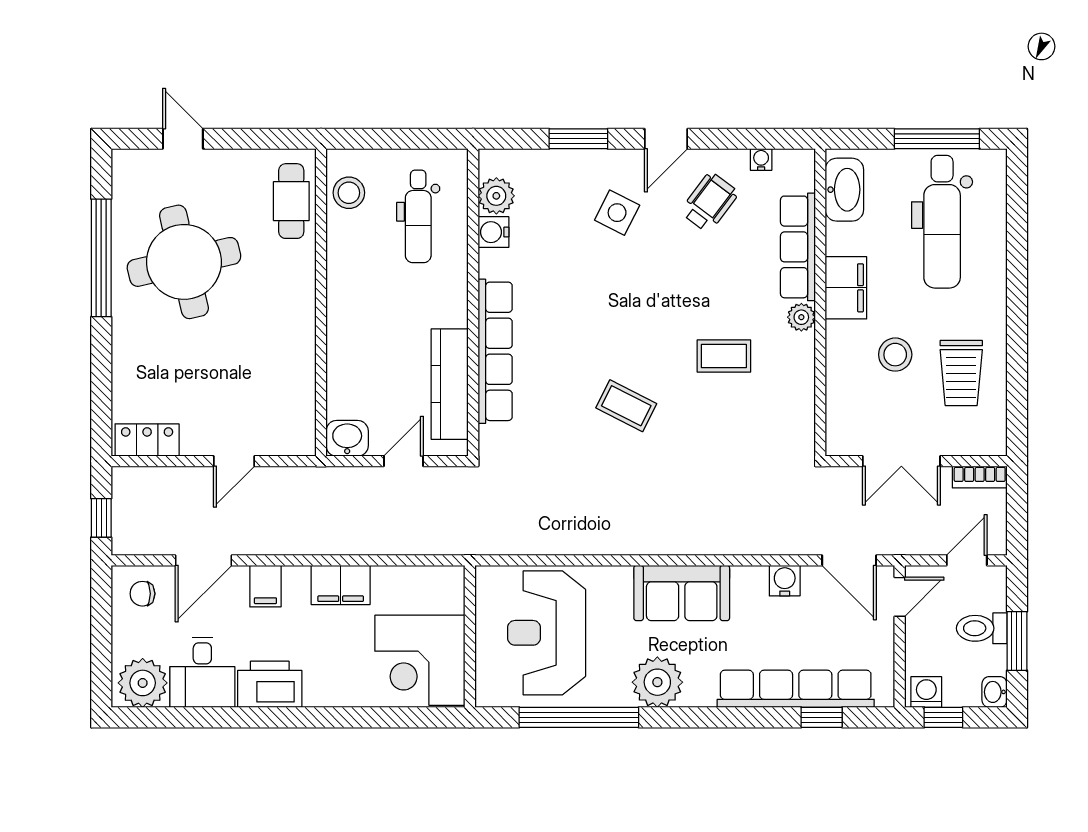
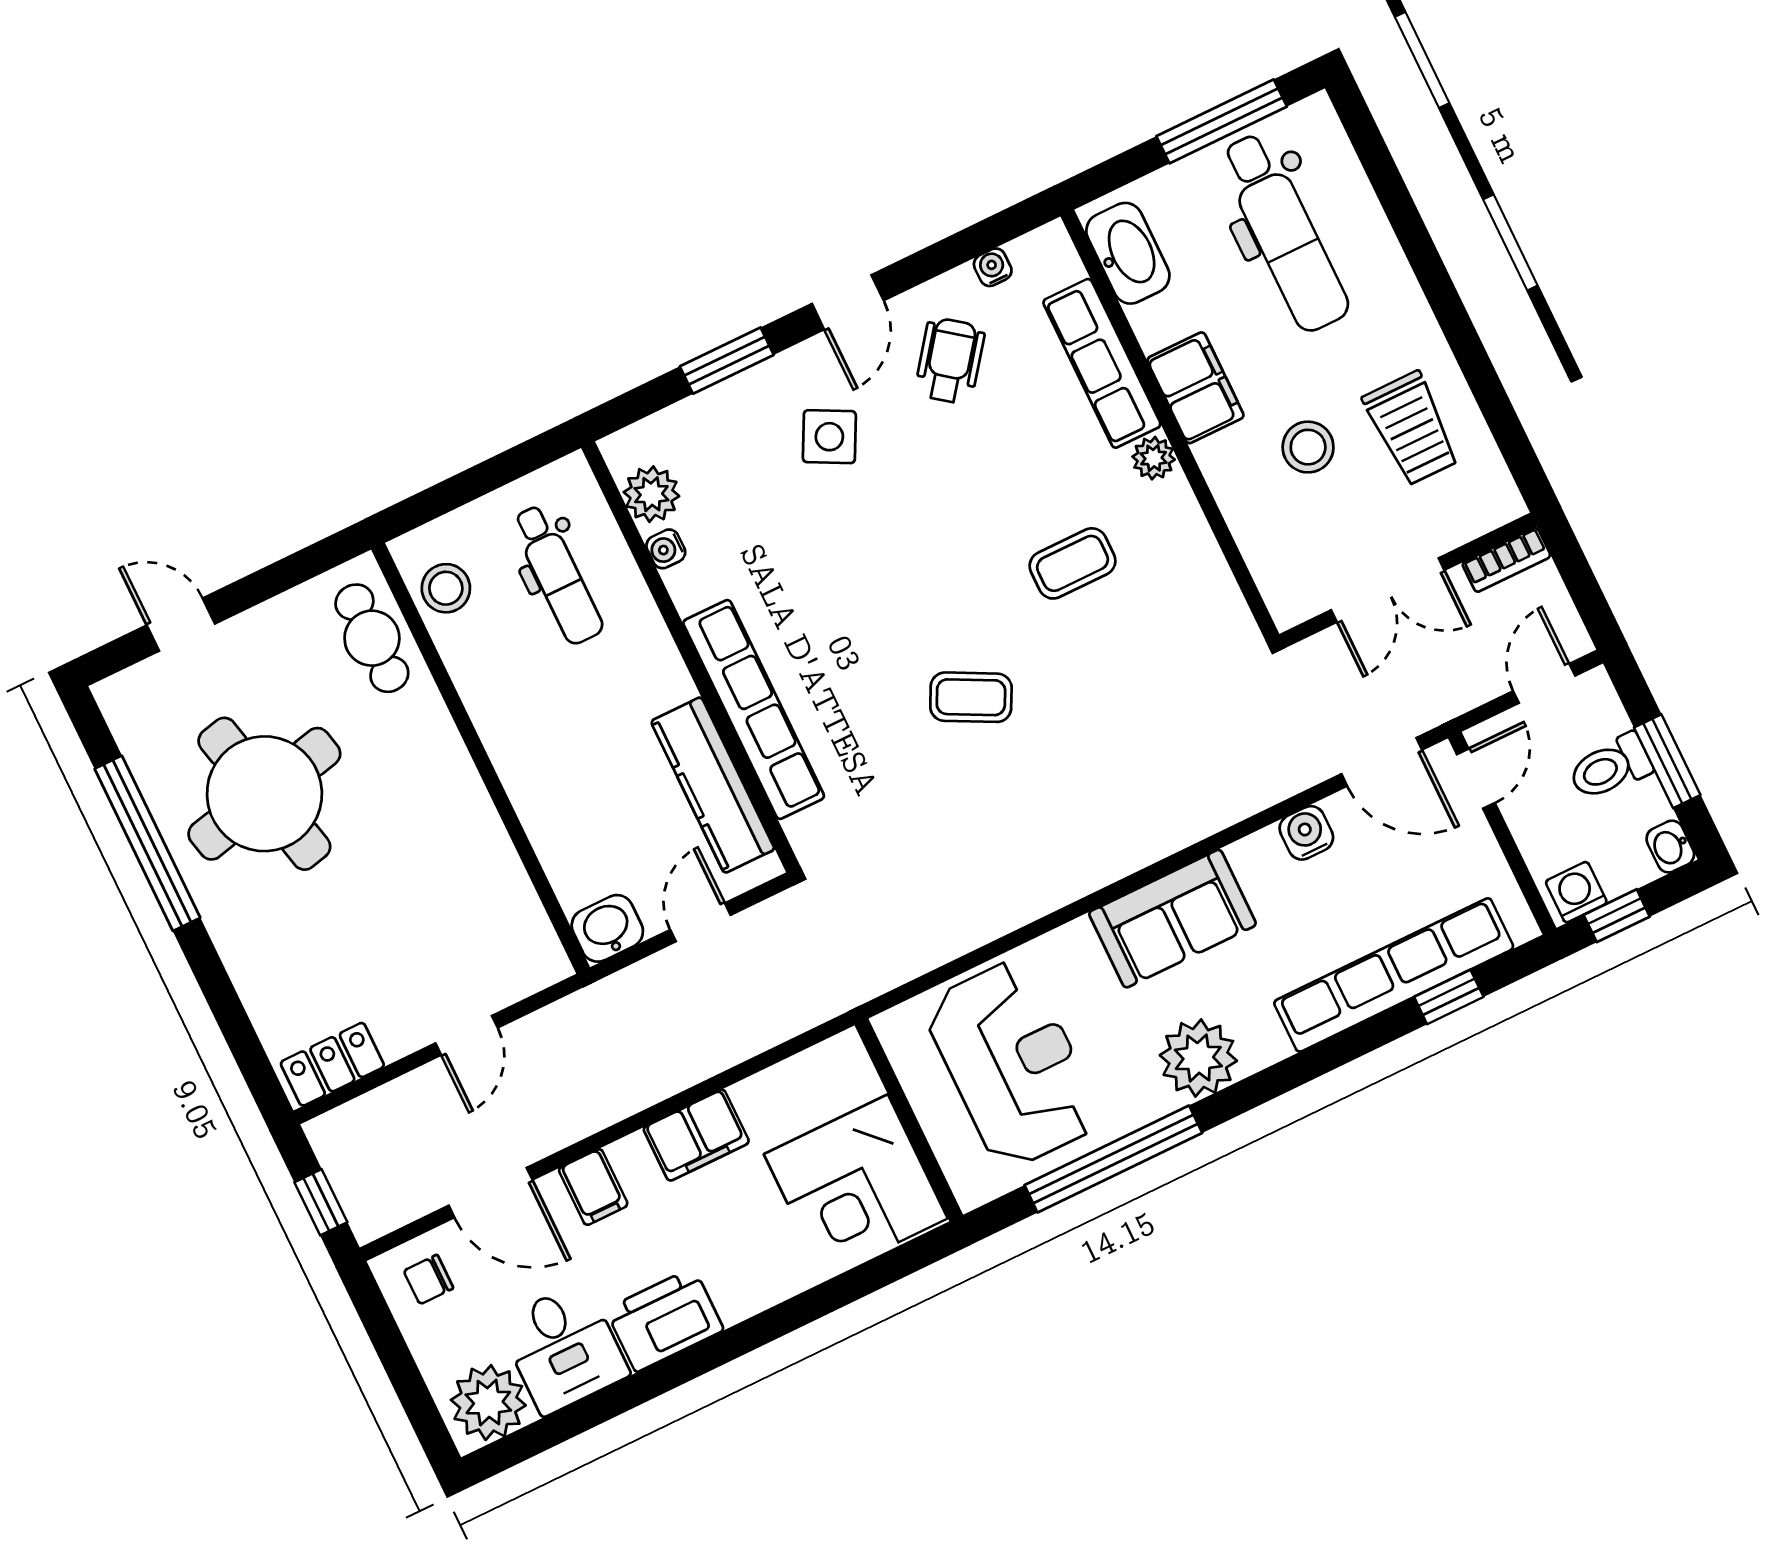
water cooler: (493, 232) -> (666, 549), width x0.72, depth x0.72
door: (203, 560) -> (490, 1193), hinge flipped
reception desk: (547, 633) -> (1013, 1064), turned 180

